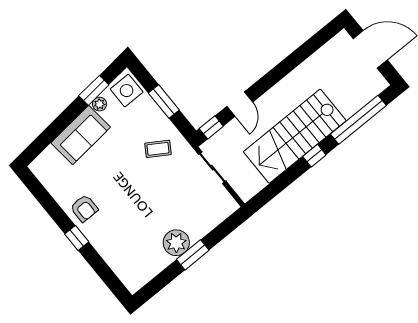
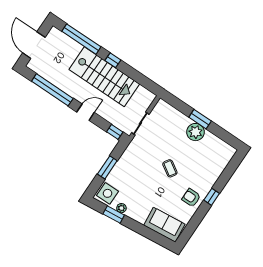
window: (298, 56) -> (52, 90), added
door: (240, 104) -> (86, 112), moved
sofa: (81, 135) -> (164, 225), moved
coffee table: (158, 149) -> (170, 168), moved
armchair: (84, 208) -> (191, 198), turned -90

